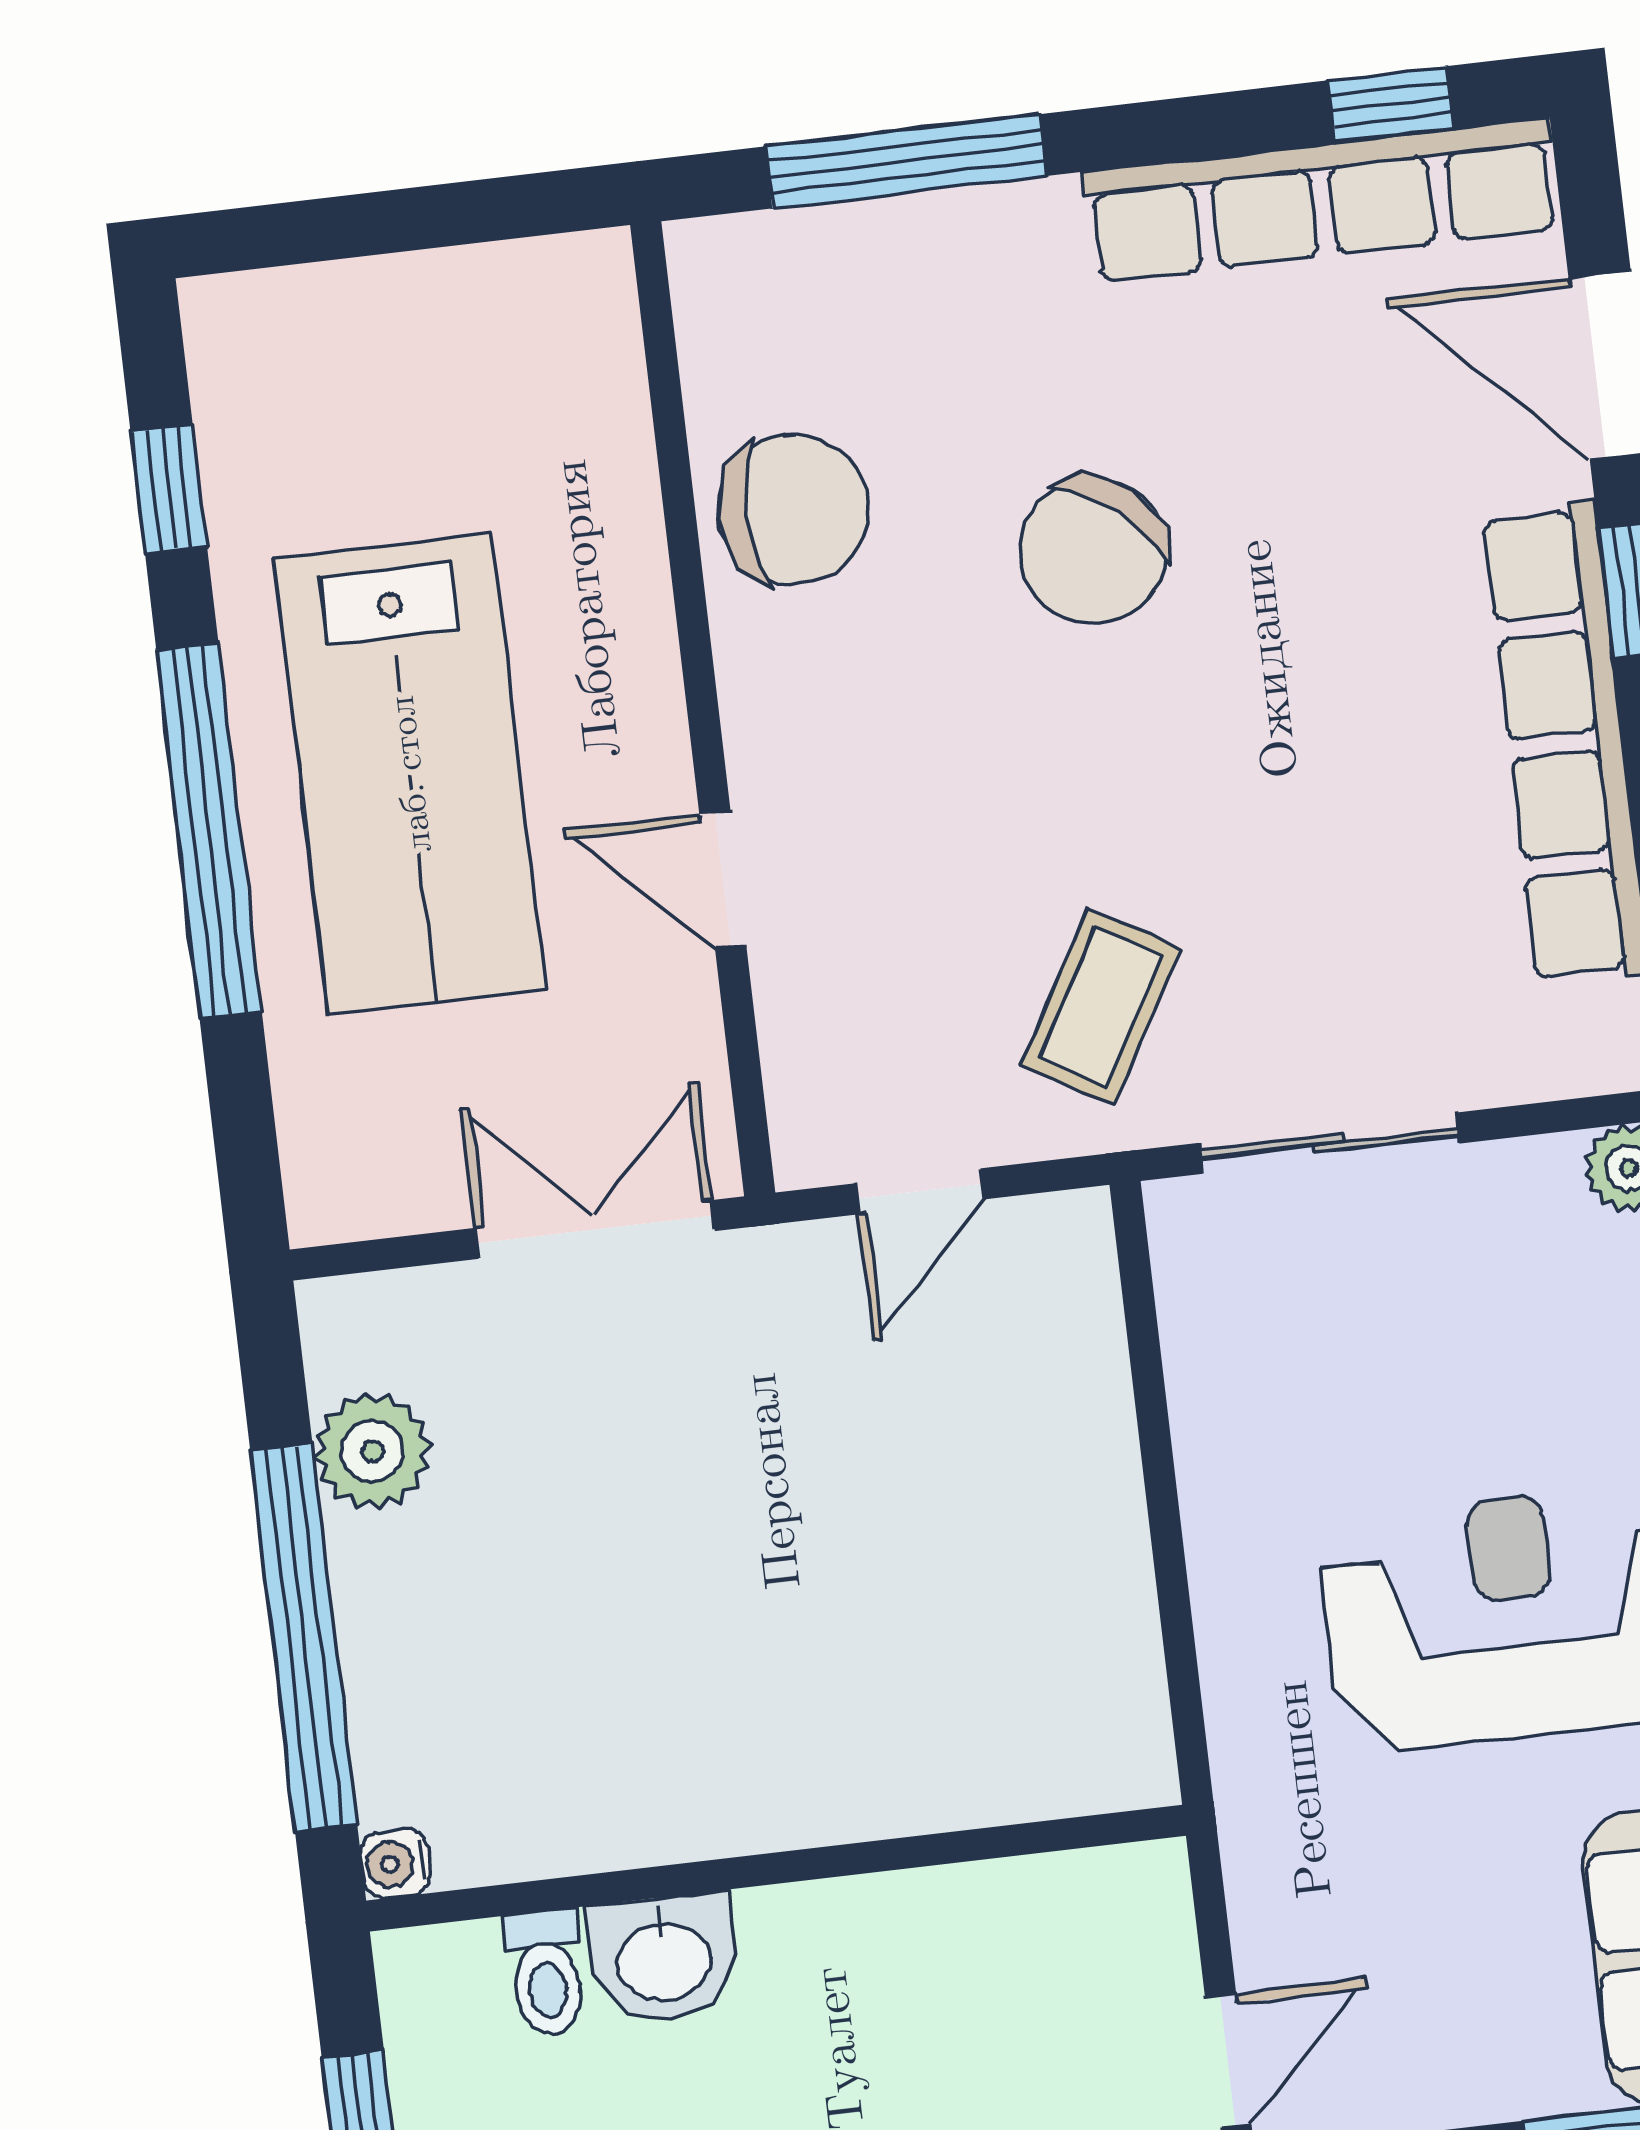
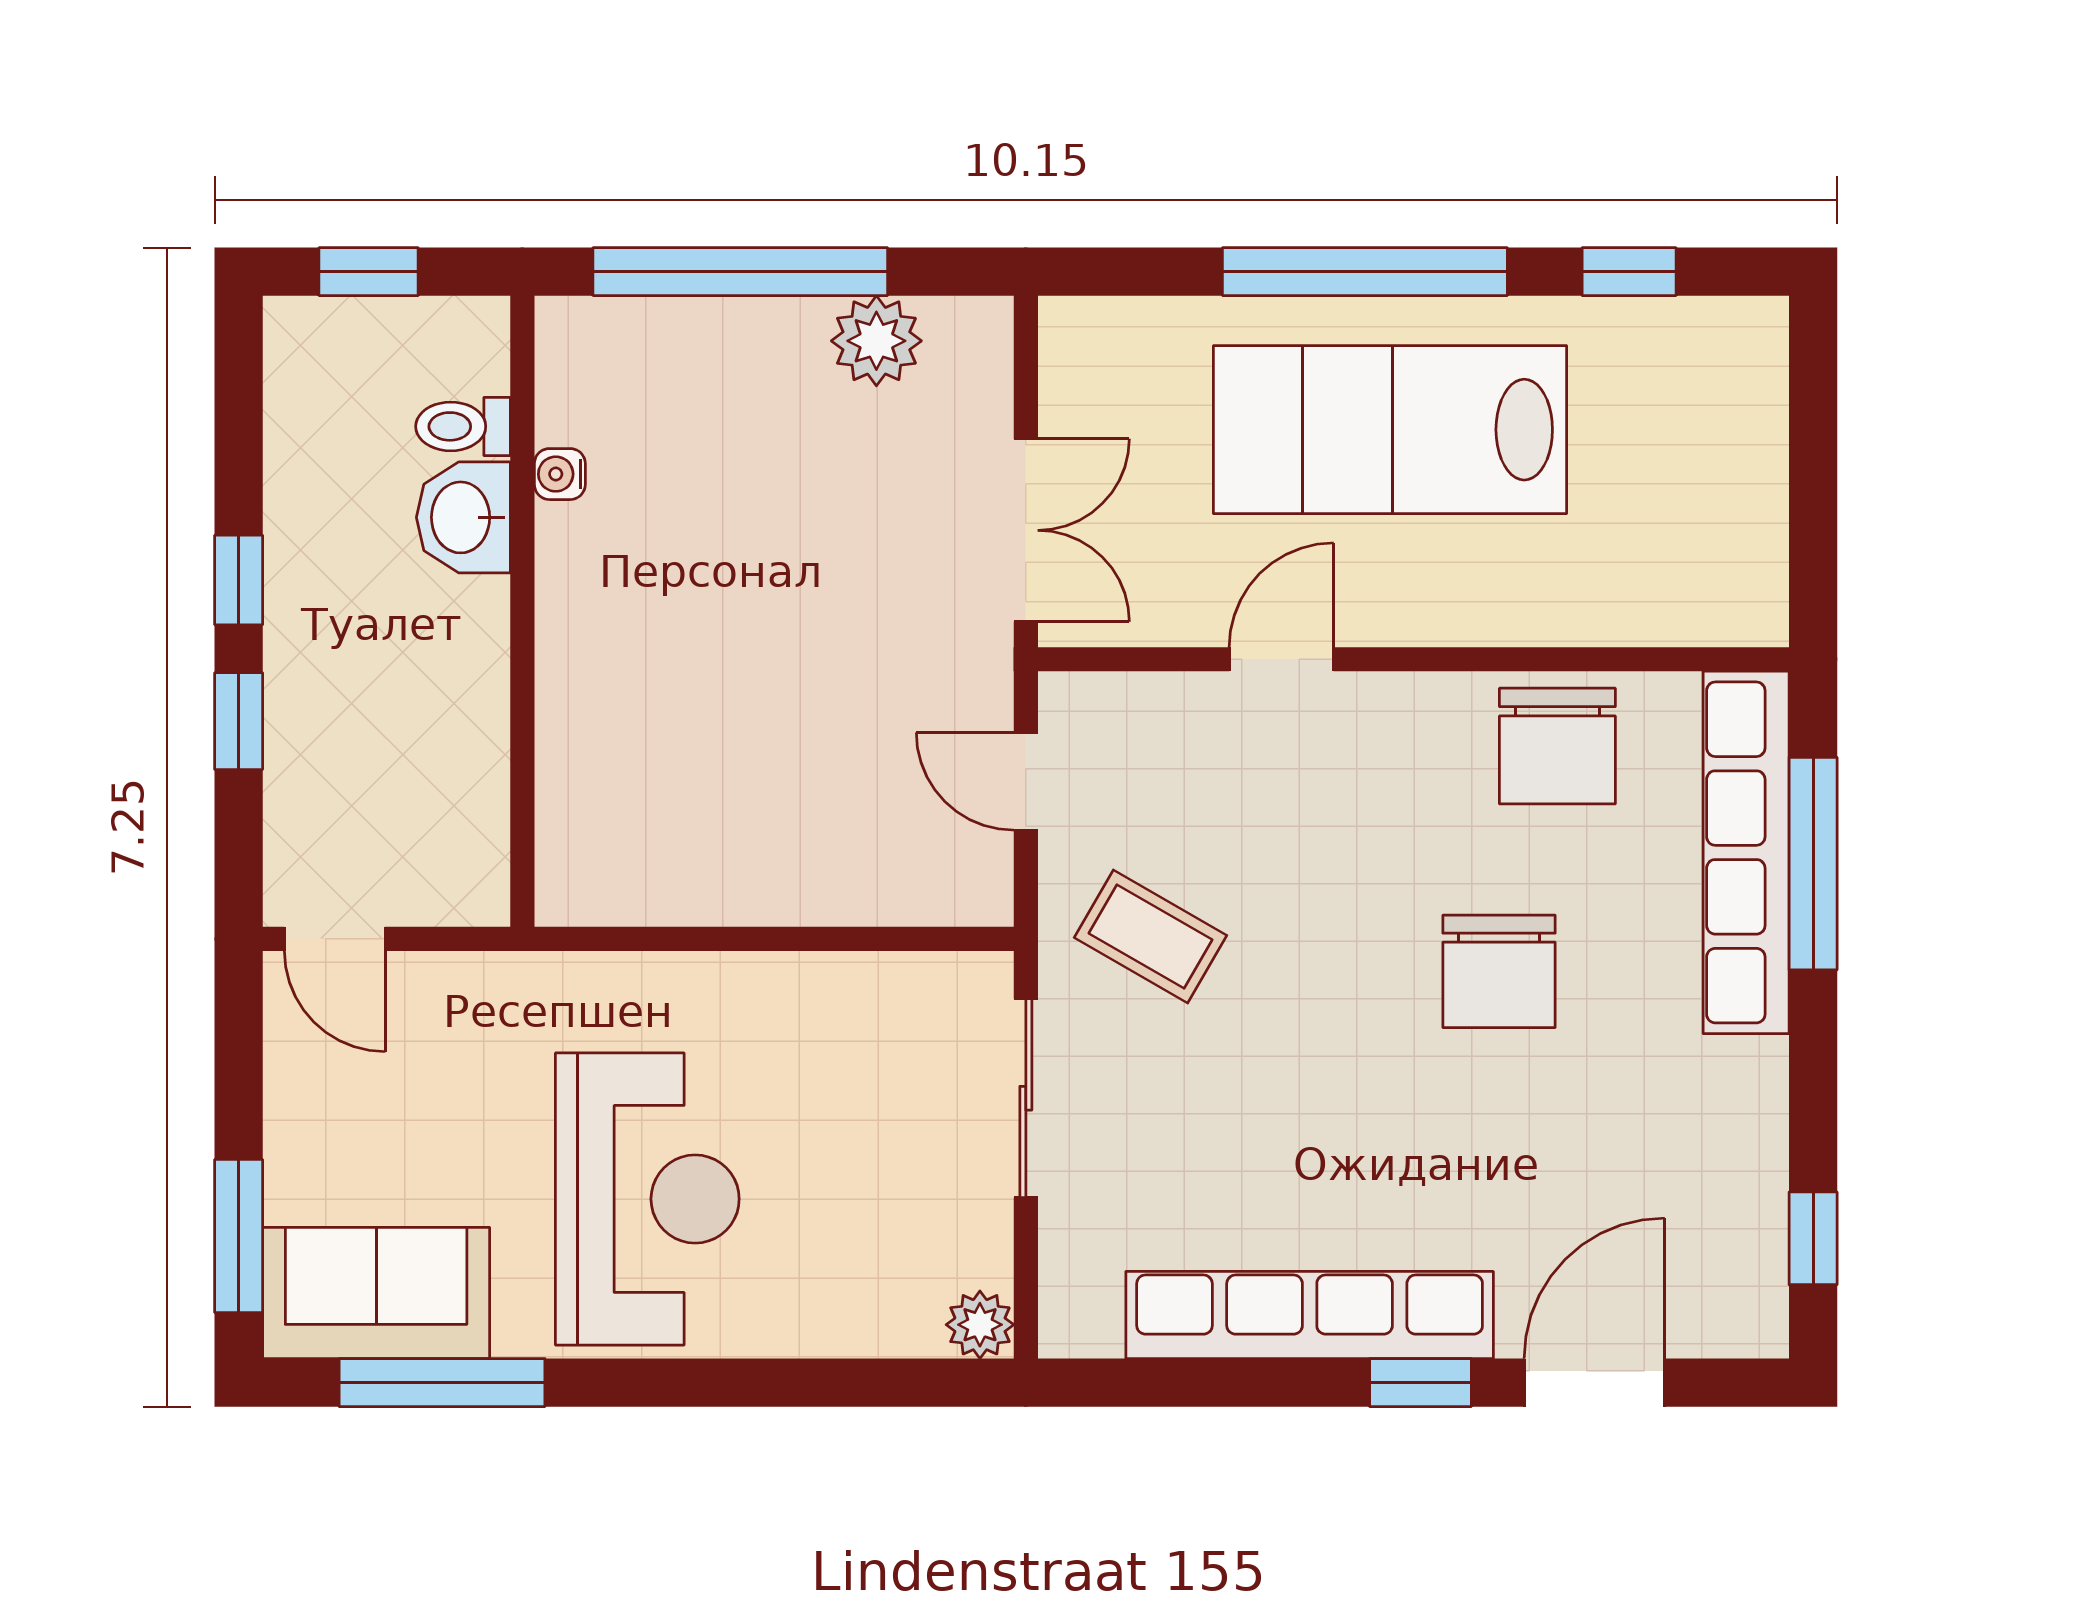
row of seats: (1322, 200) -> (1746, 852), moved
chair: (1093, 551) -> (1499, 971), turned -129
water cooler: (395, 1864) -> (560, 474), moved, turned -90

